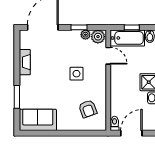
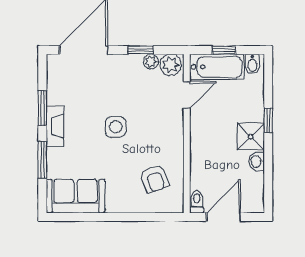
door: (108, 56) -> (187, 95), hinge flipped
fireplace: (25, 62) -> (55, 126), moved
window: (17, 64) -> (42, 108), added
side table: (76, 74) -> (116, 127), moved

